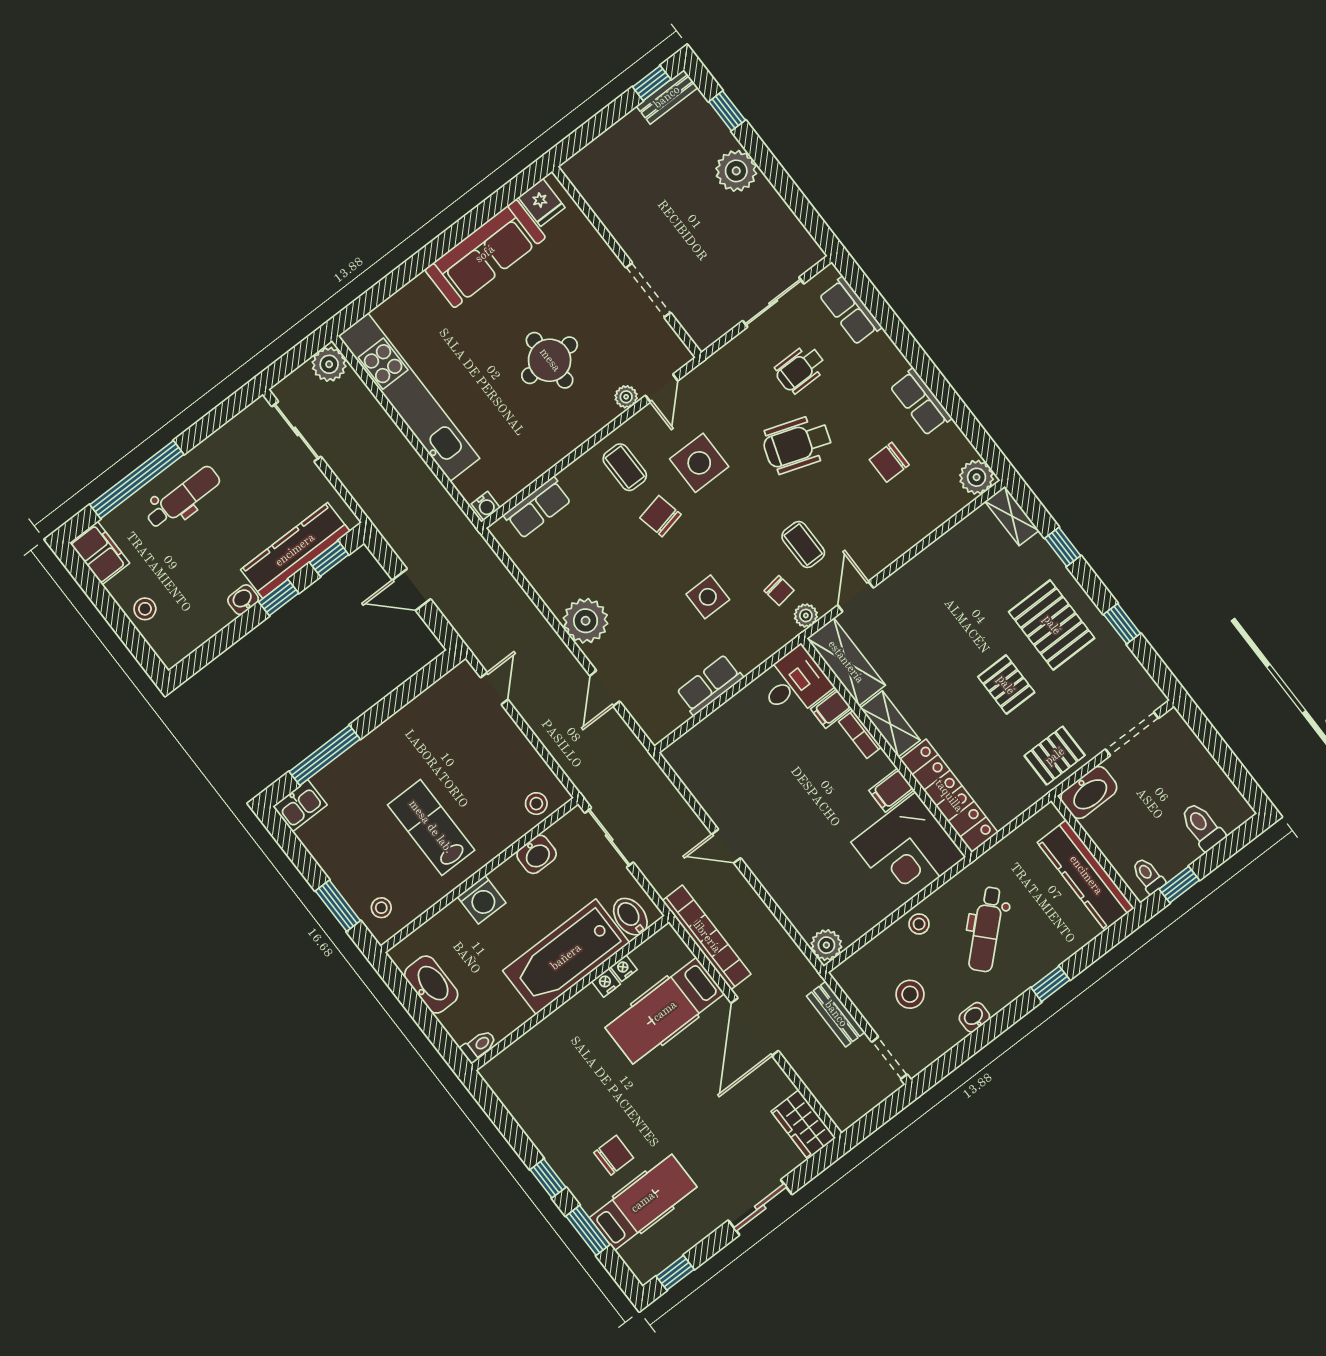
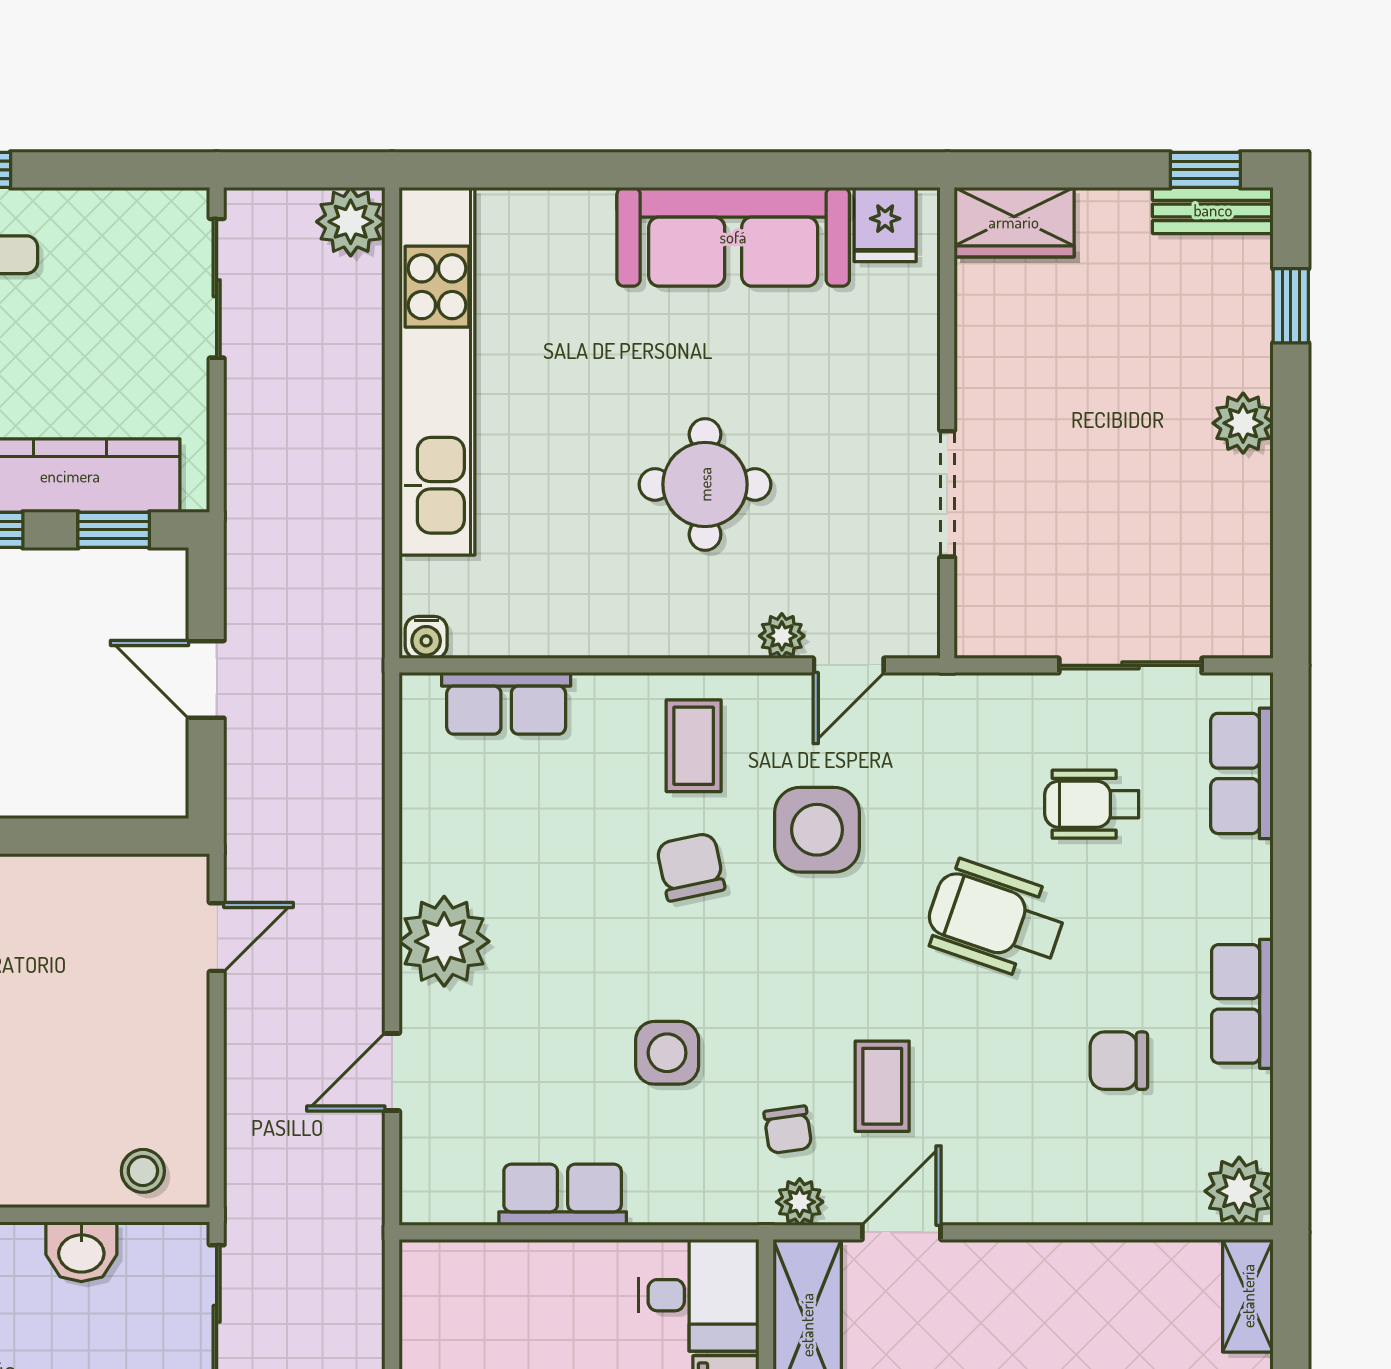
wardrobe: (592, 162) -> (1014, 222), added
plant: (736, 171) -> (1243, 423), width x0.73, depth x0.73

